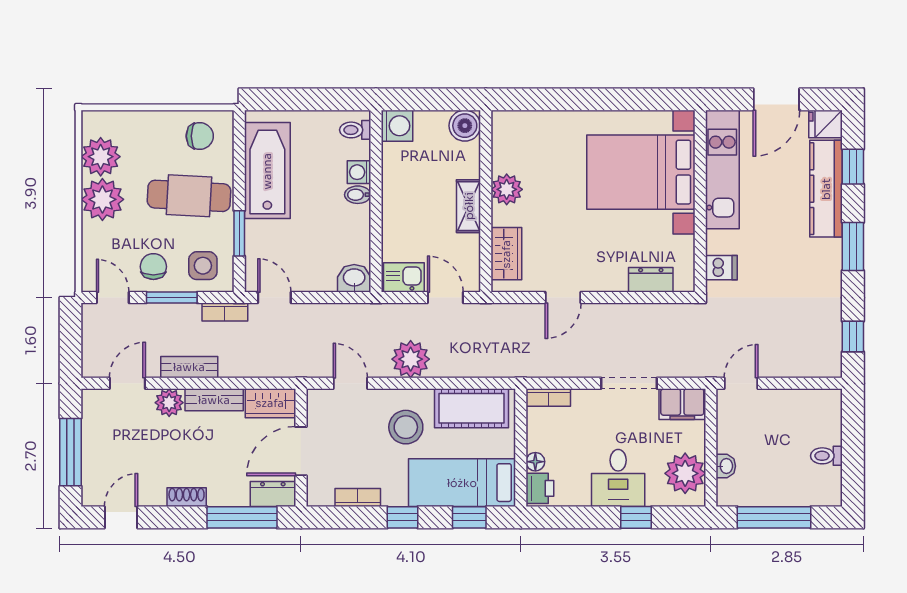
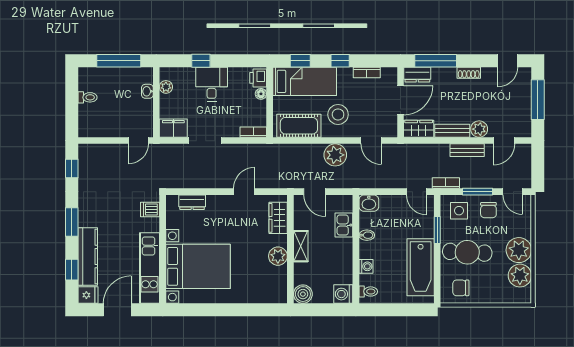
bidet: (358, 195) -> (367, 235), moved
kitchen sink: (404, 277) -> (344, 225), moved, turned 90
plant: (685, 473) -> (166, 87), width x0.53, depth x0.53

